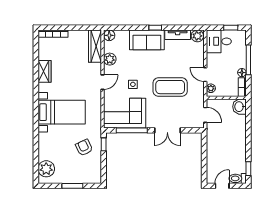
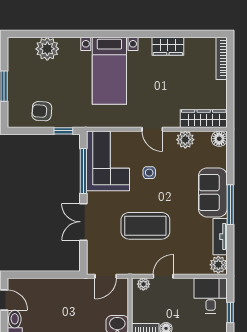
window: (155, 28) -> (230, 205), width x2.17
coffee table: (170, 87) -> (145, 226), turned 90
armchair: (84, 148) -> (42, 111), moved, turned -151
plant: (46, 169) -> (47, 49), moved

